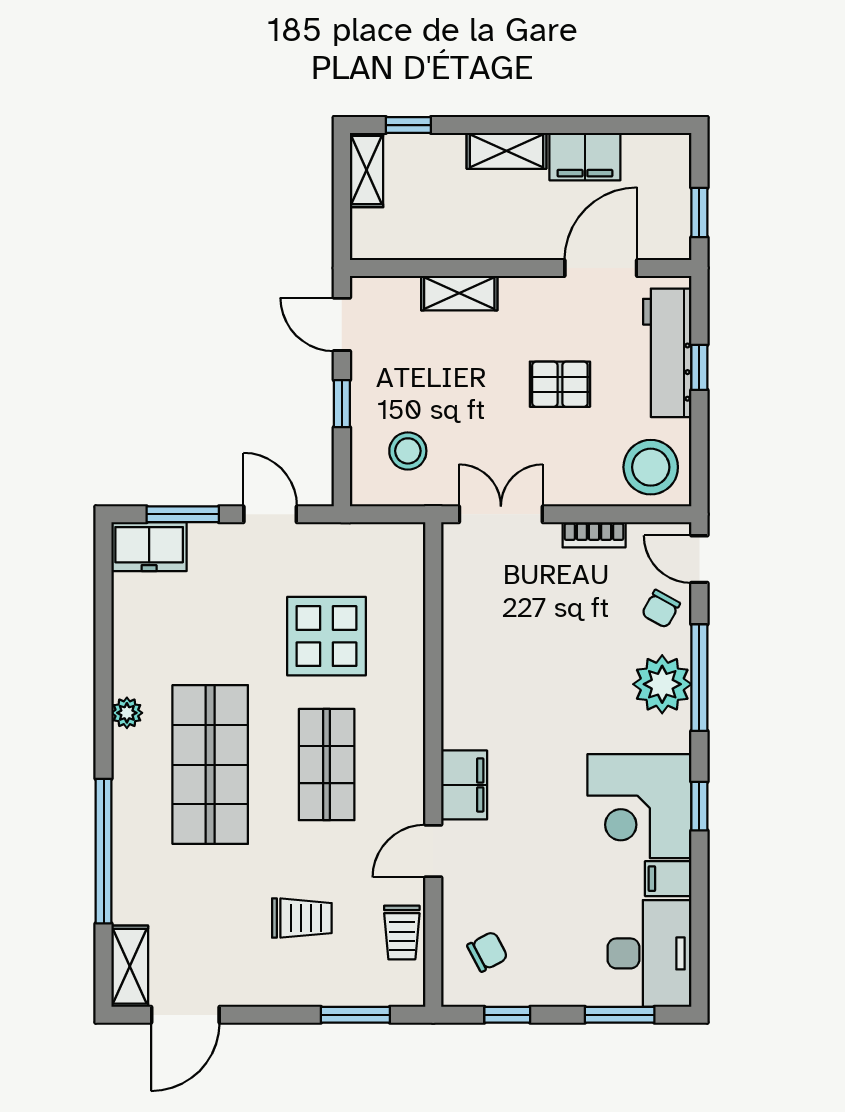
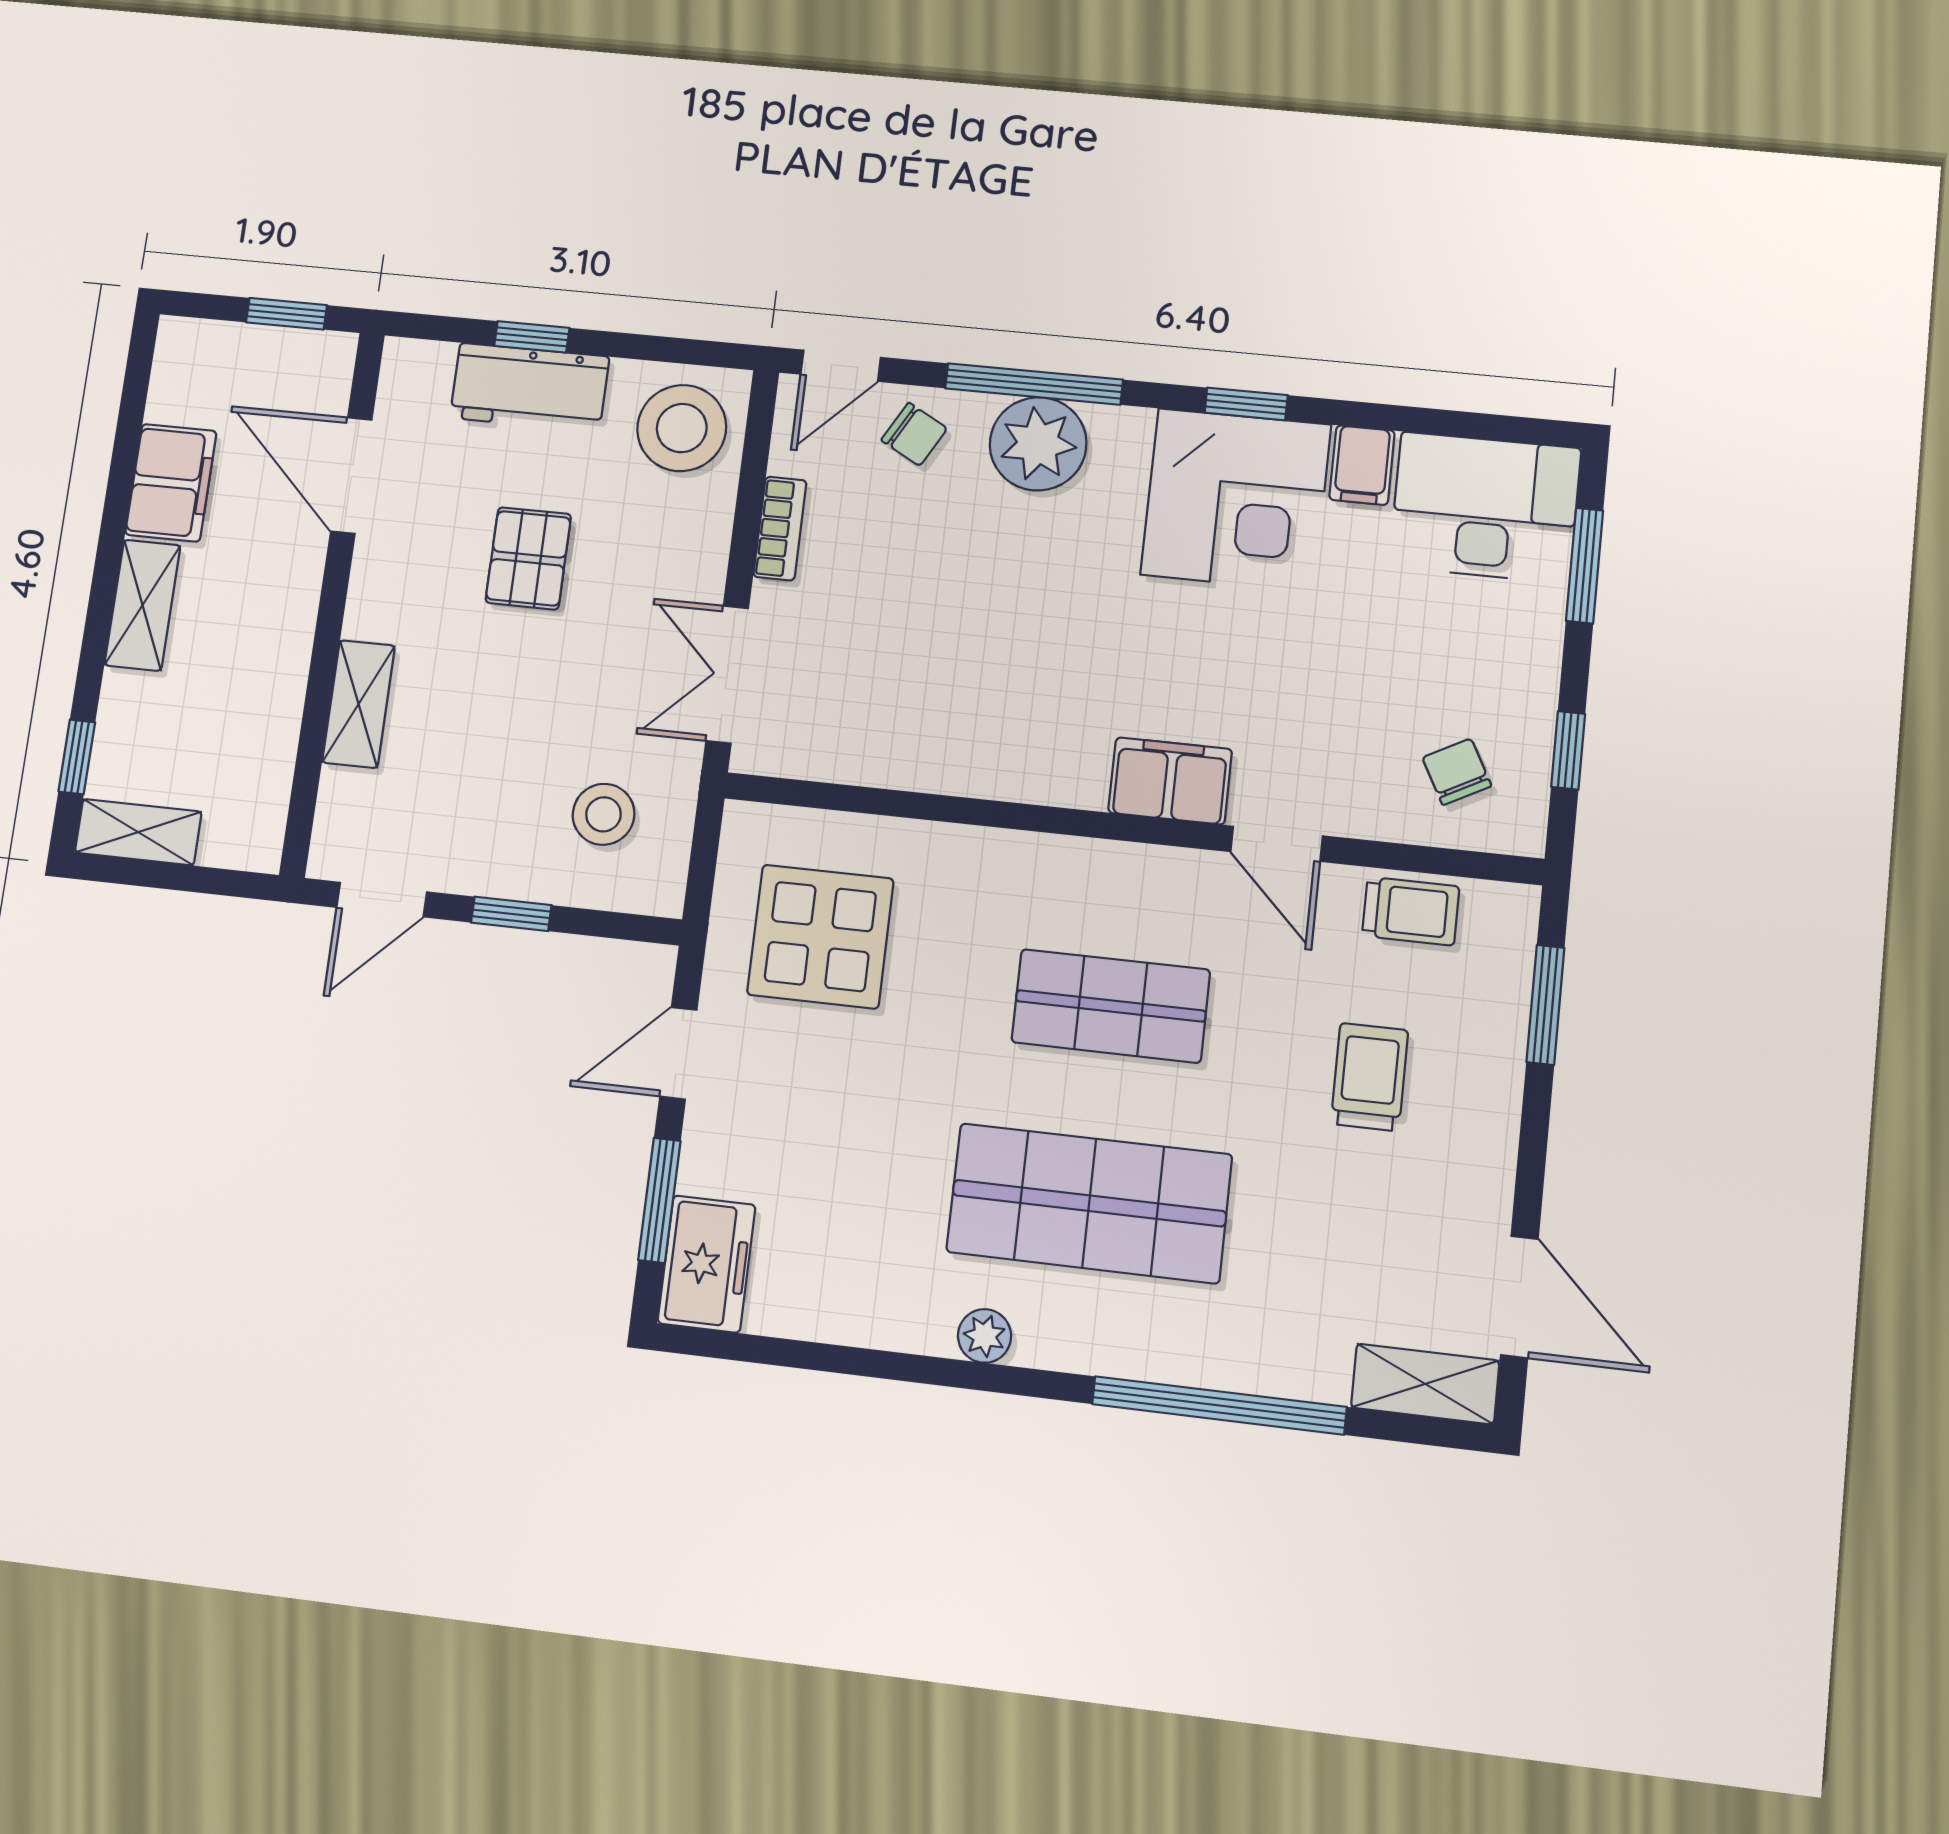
workbench: (667, 353) -> (530, 387), width x0.73
display table: (326, 636) -> (820, 937), moved

